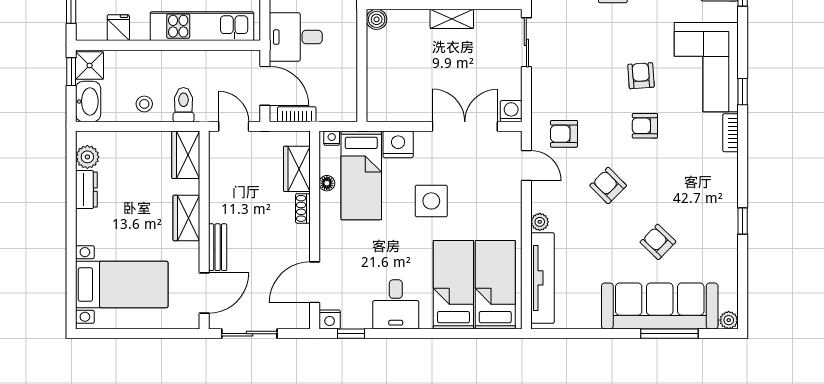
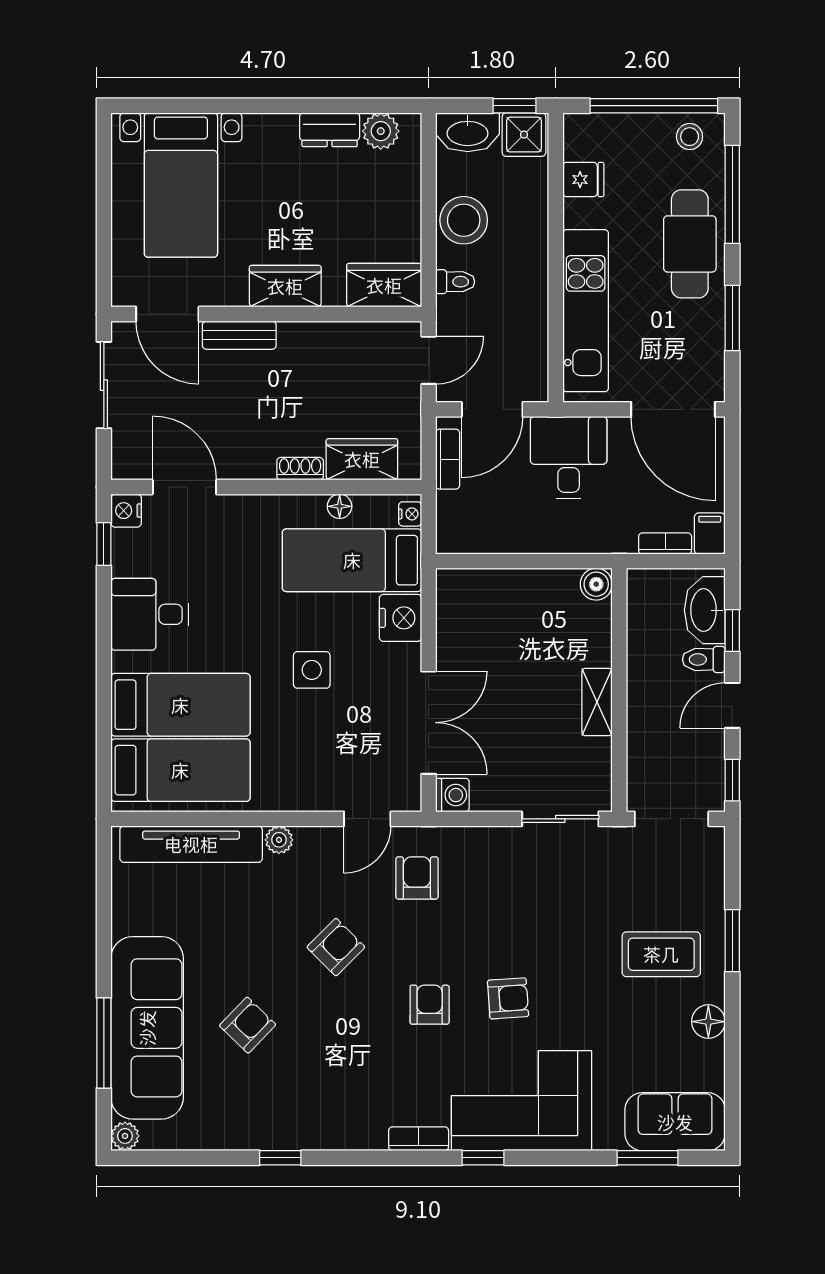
stool: (144, 104) -> (464, 220), width x1.89, depth x1.89
toilet: (183, 105) -> (455, 282), width x0.73, depth x0.72
side table: (431, 201) -> (312, 670), width x0.73, depth x0.73

